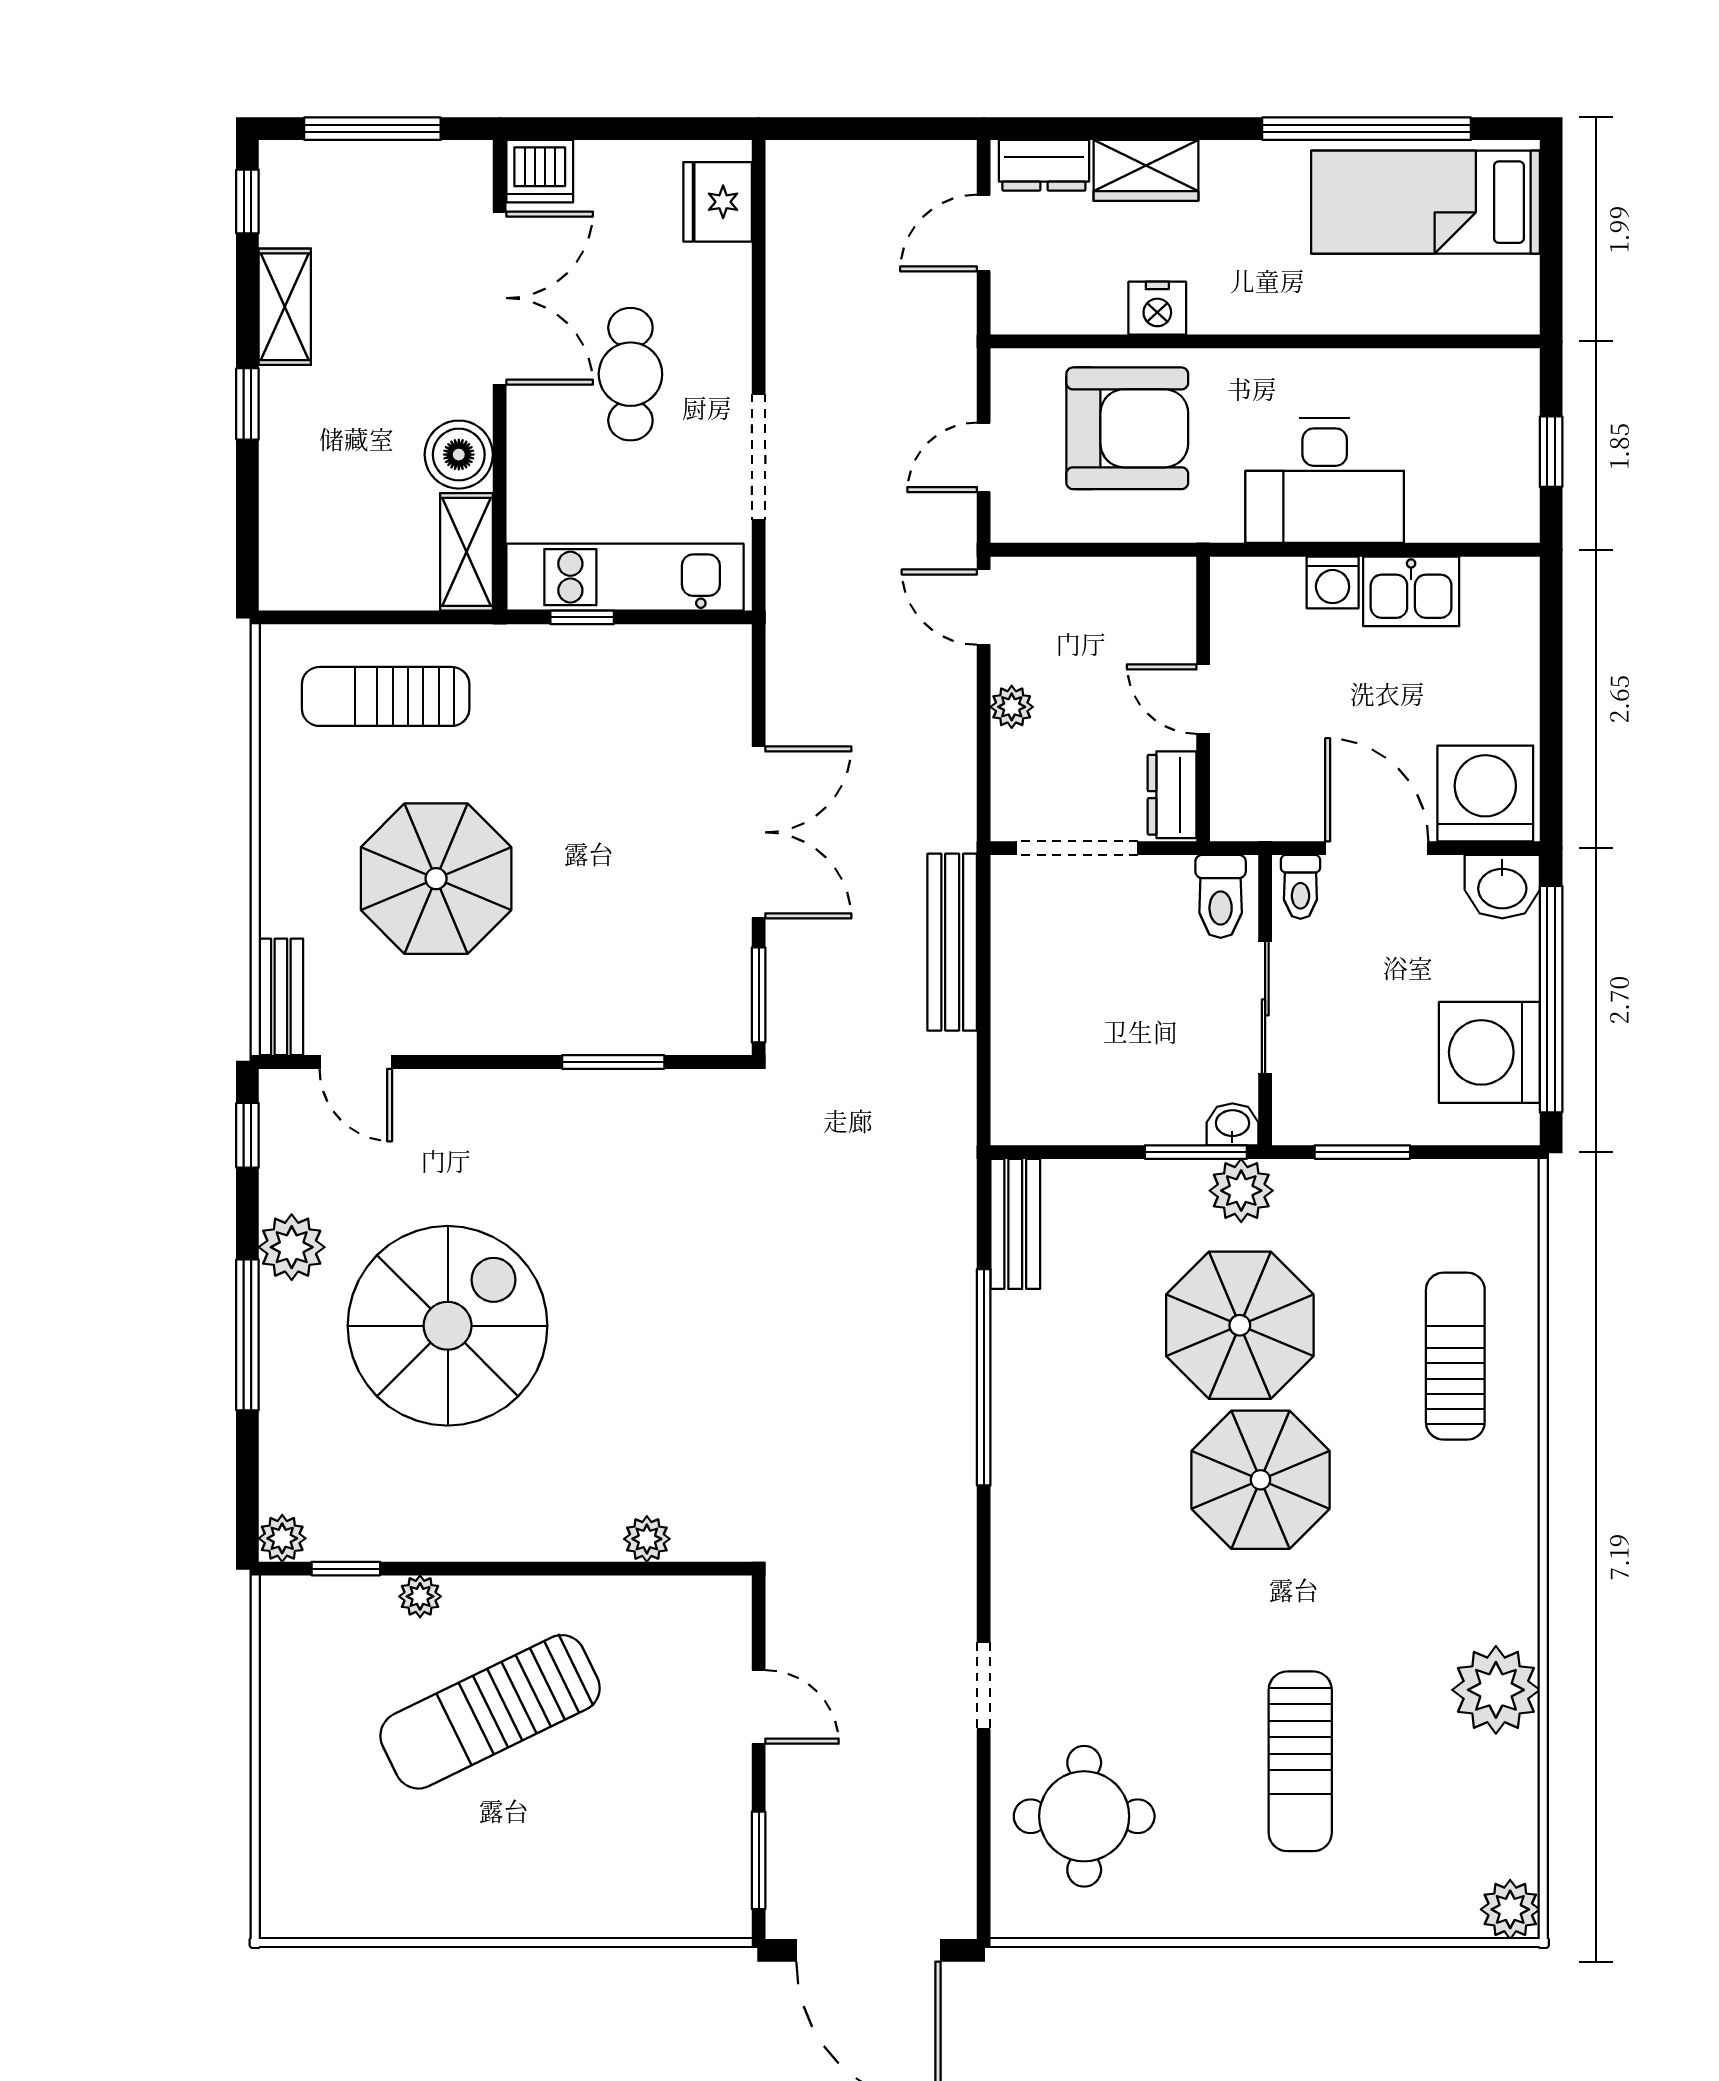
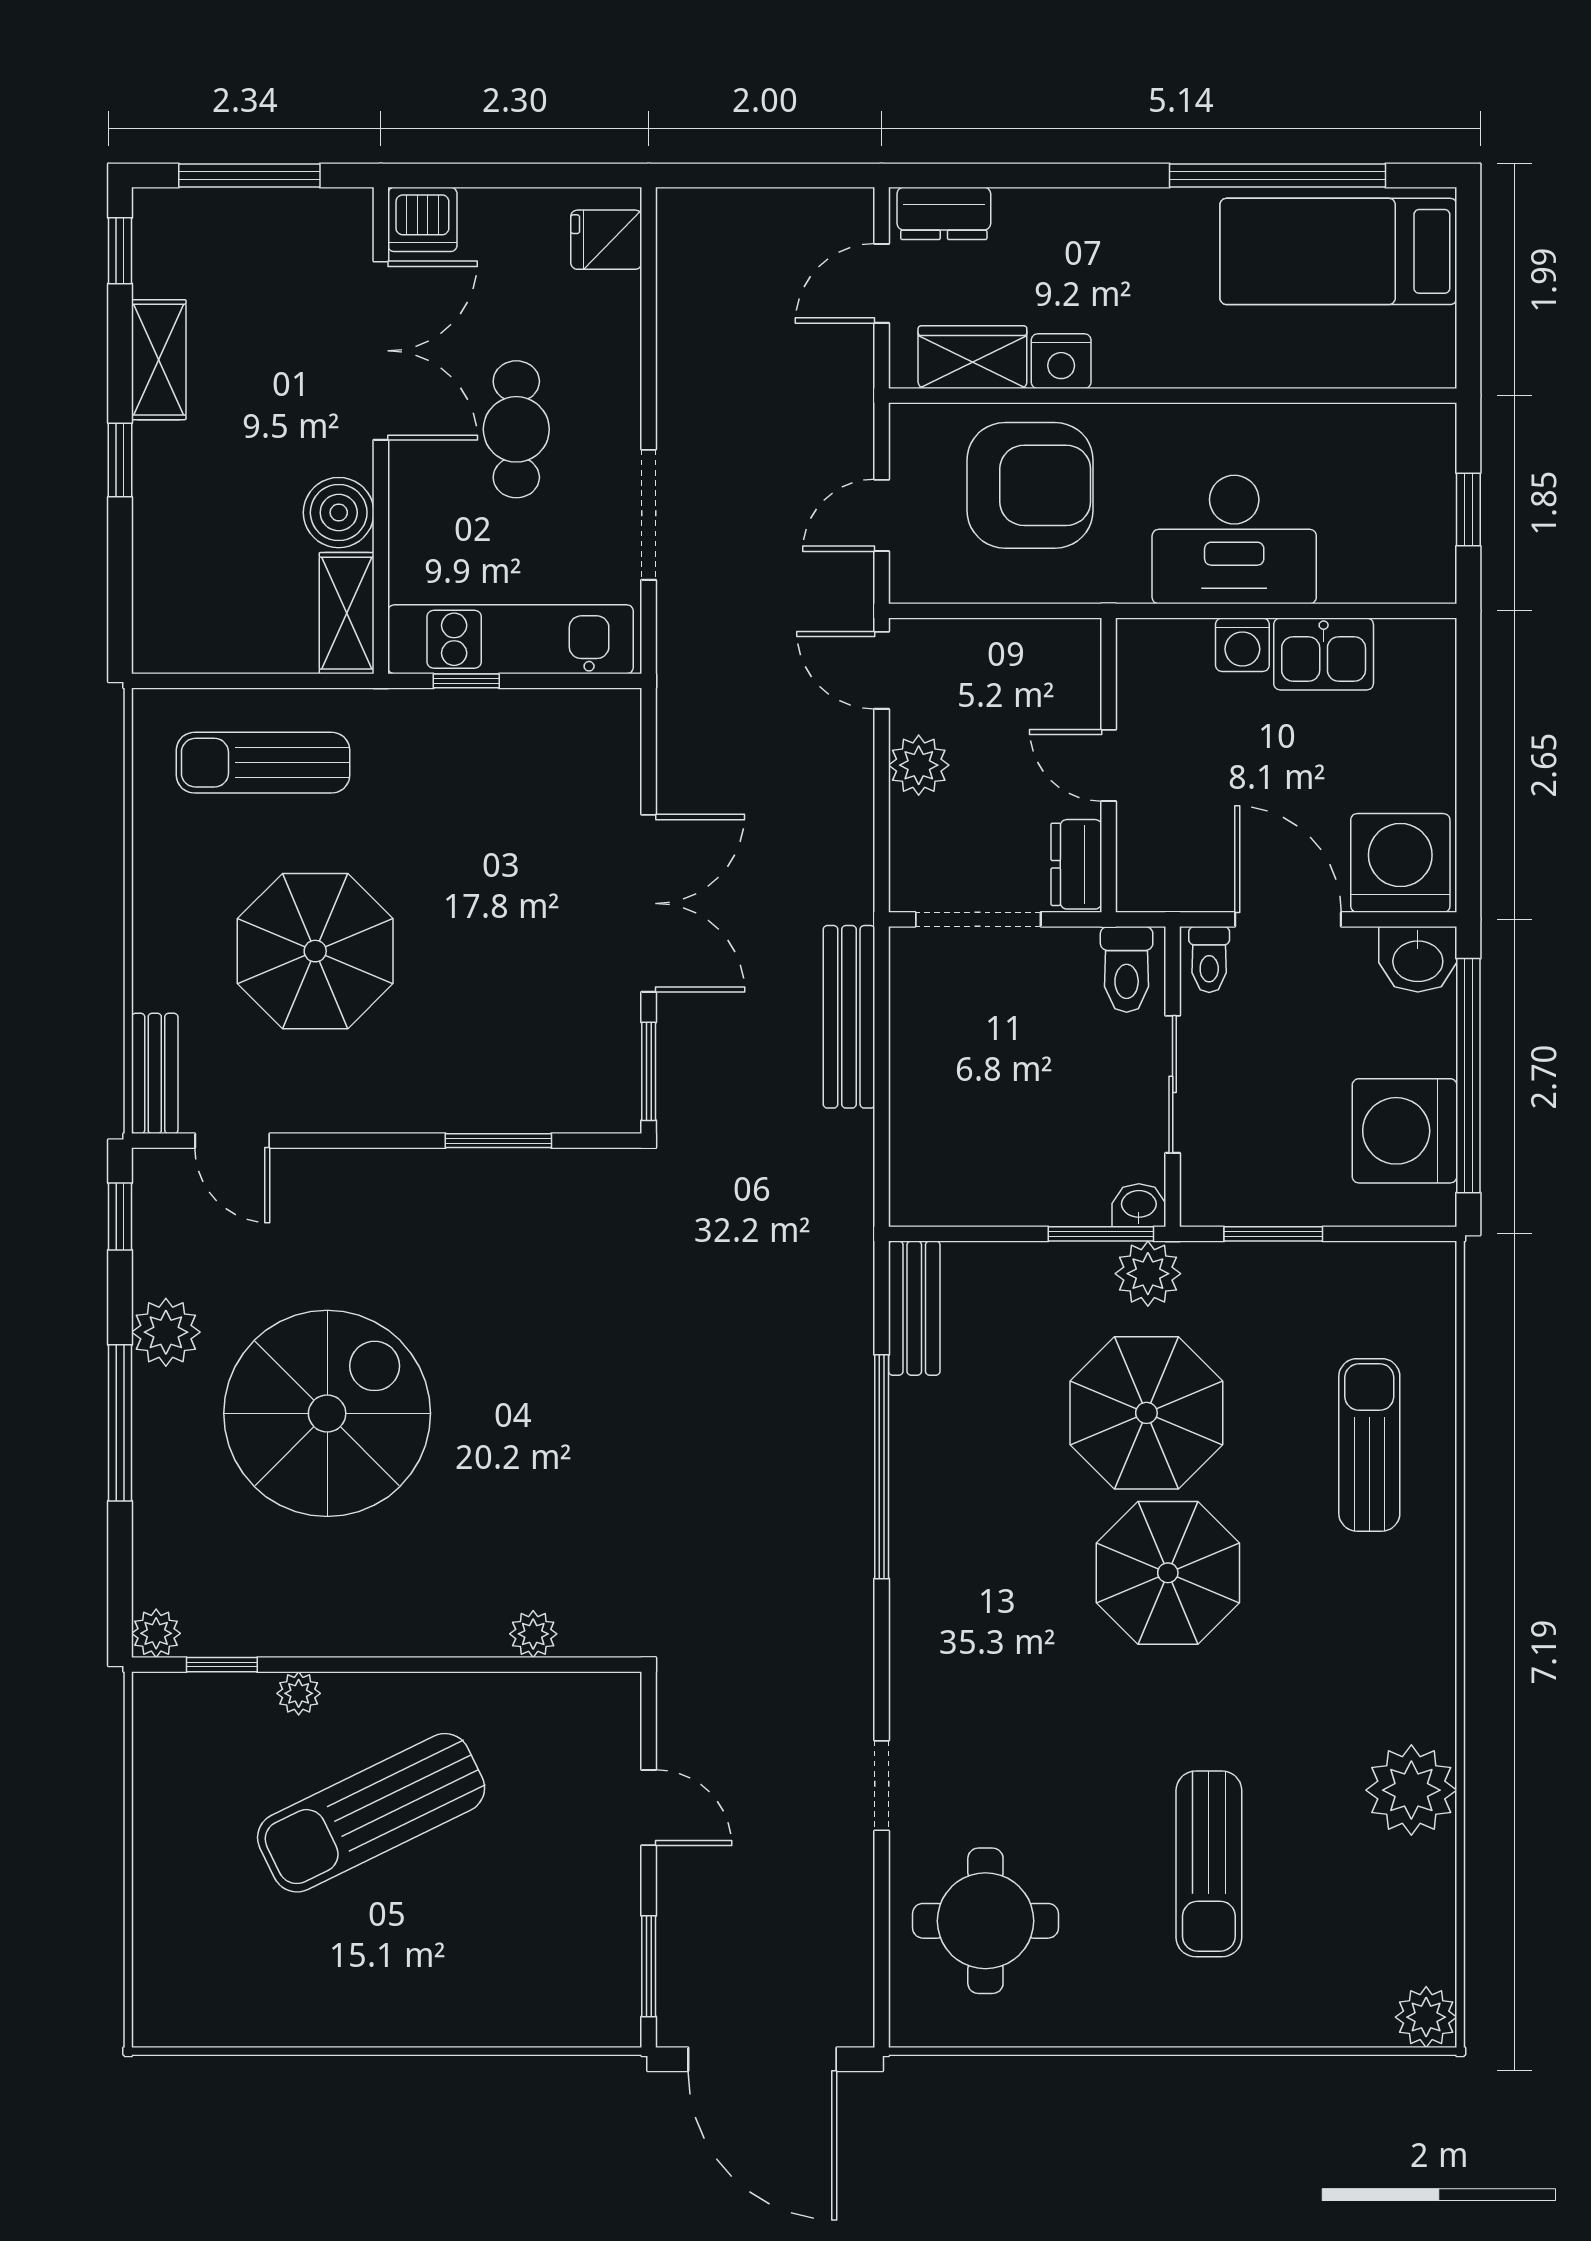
wardrobe: (1146, 170) -> (972, 357), moved, turned 180
fridge: (718, 202) -> (606, 240), width x0.72
plant: (1012, 707) -> (919, 765), width x1.38, depth x1.38

